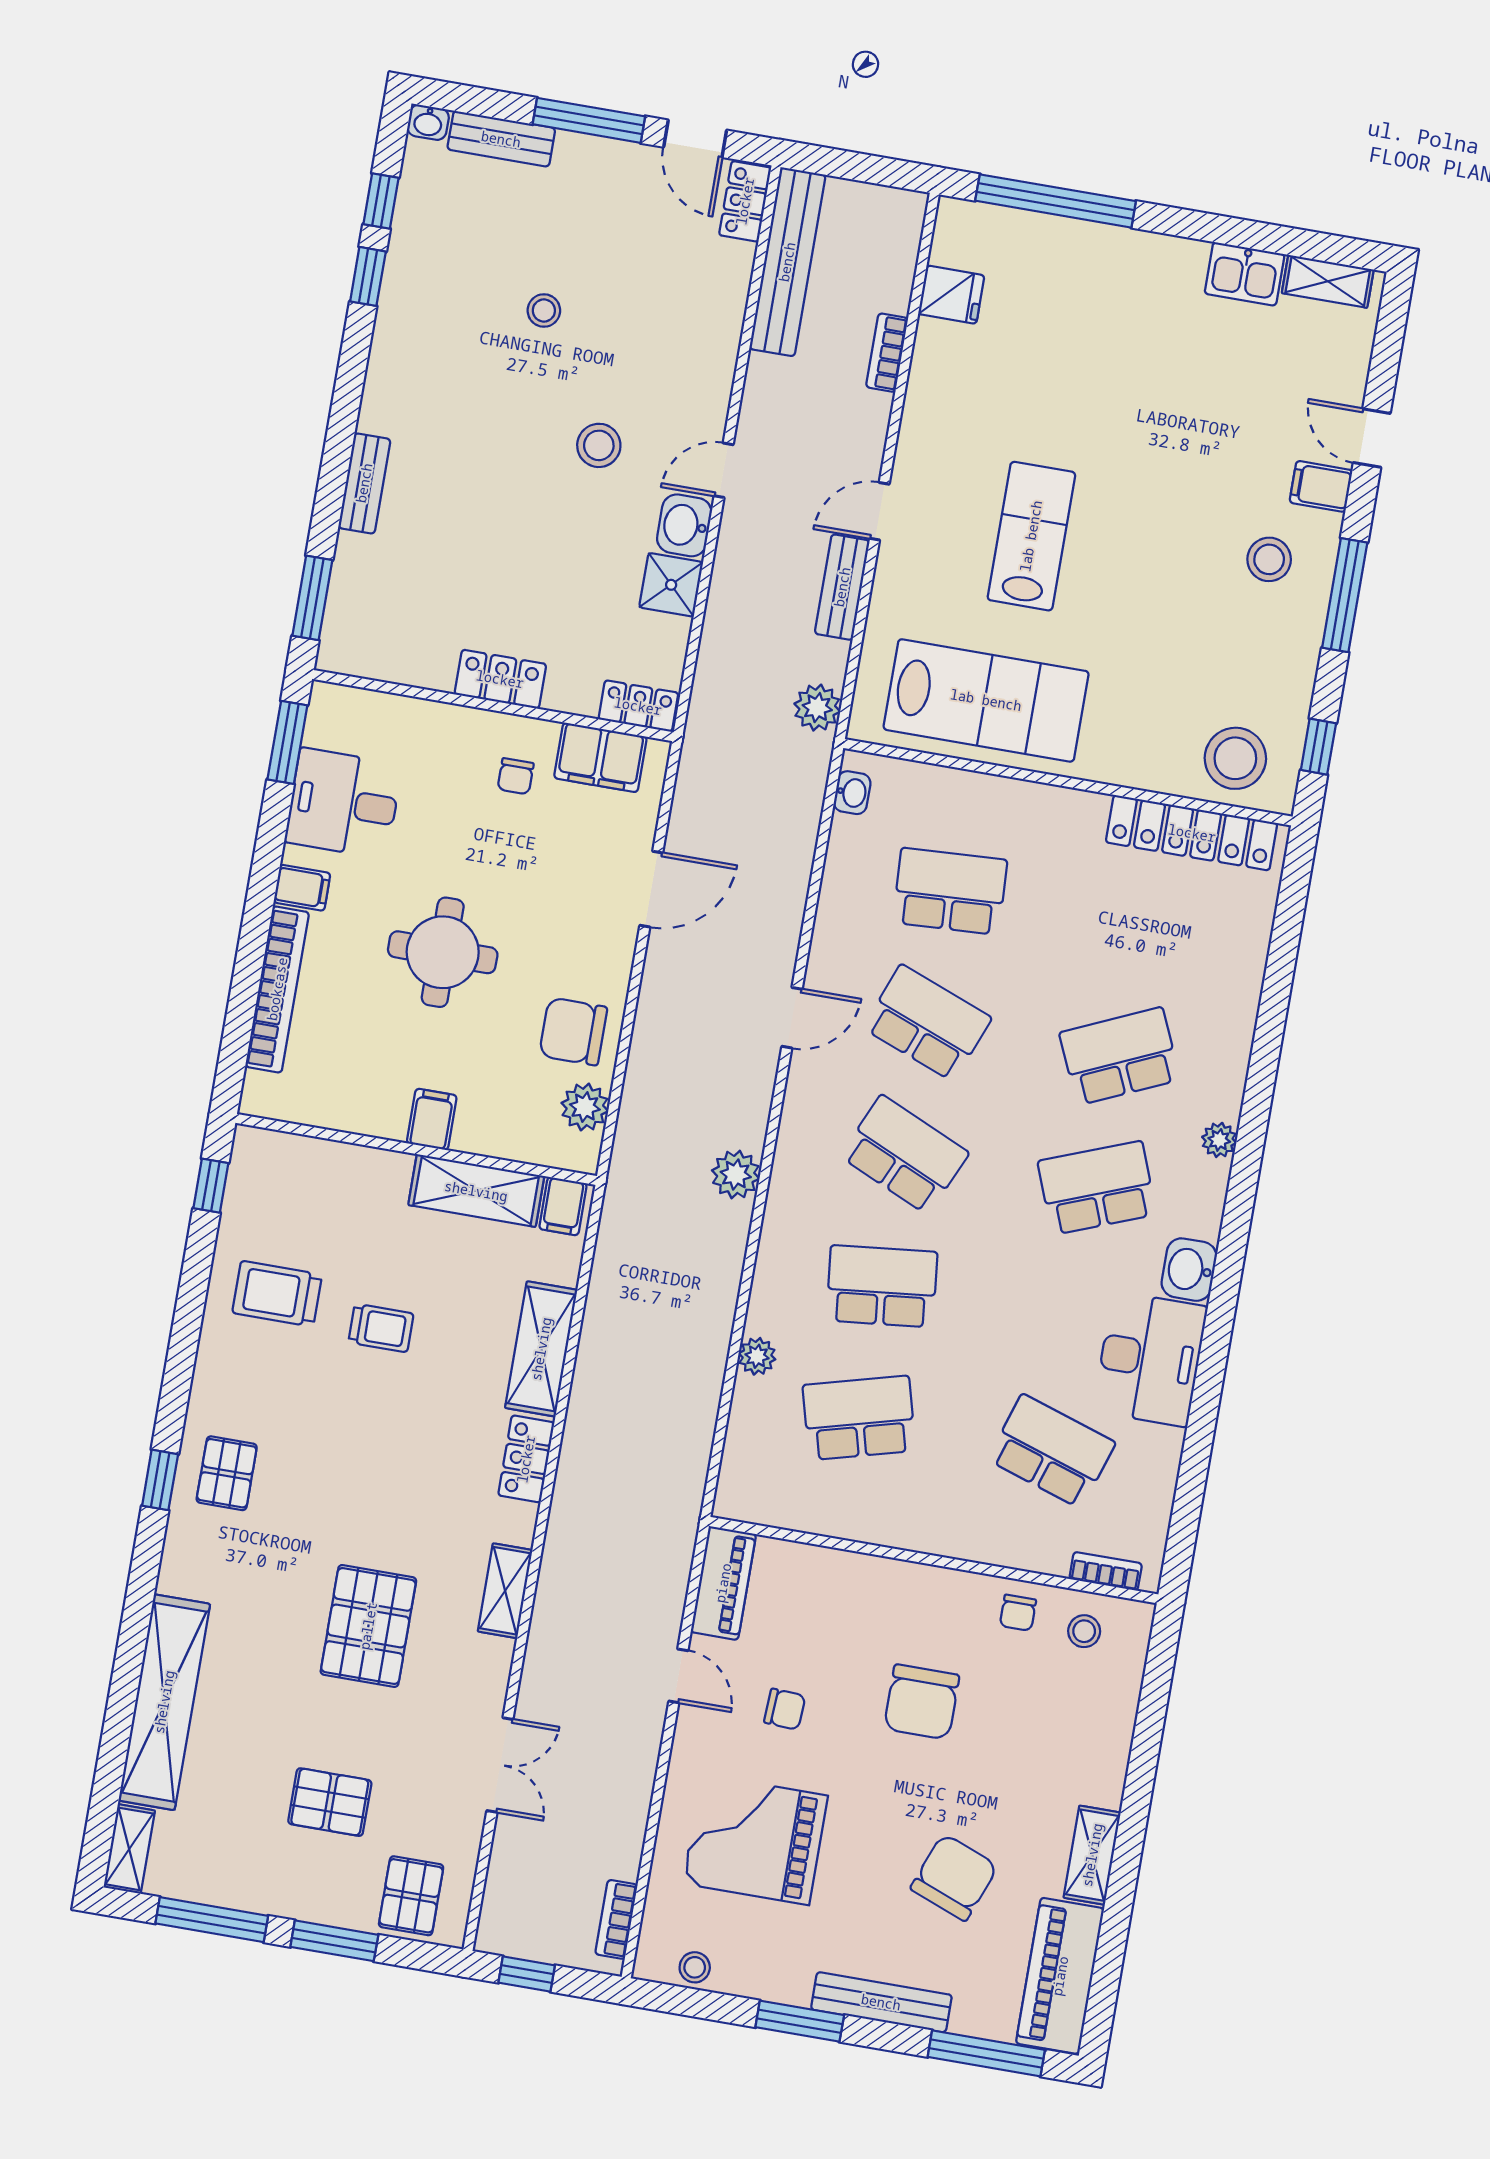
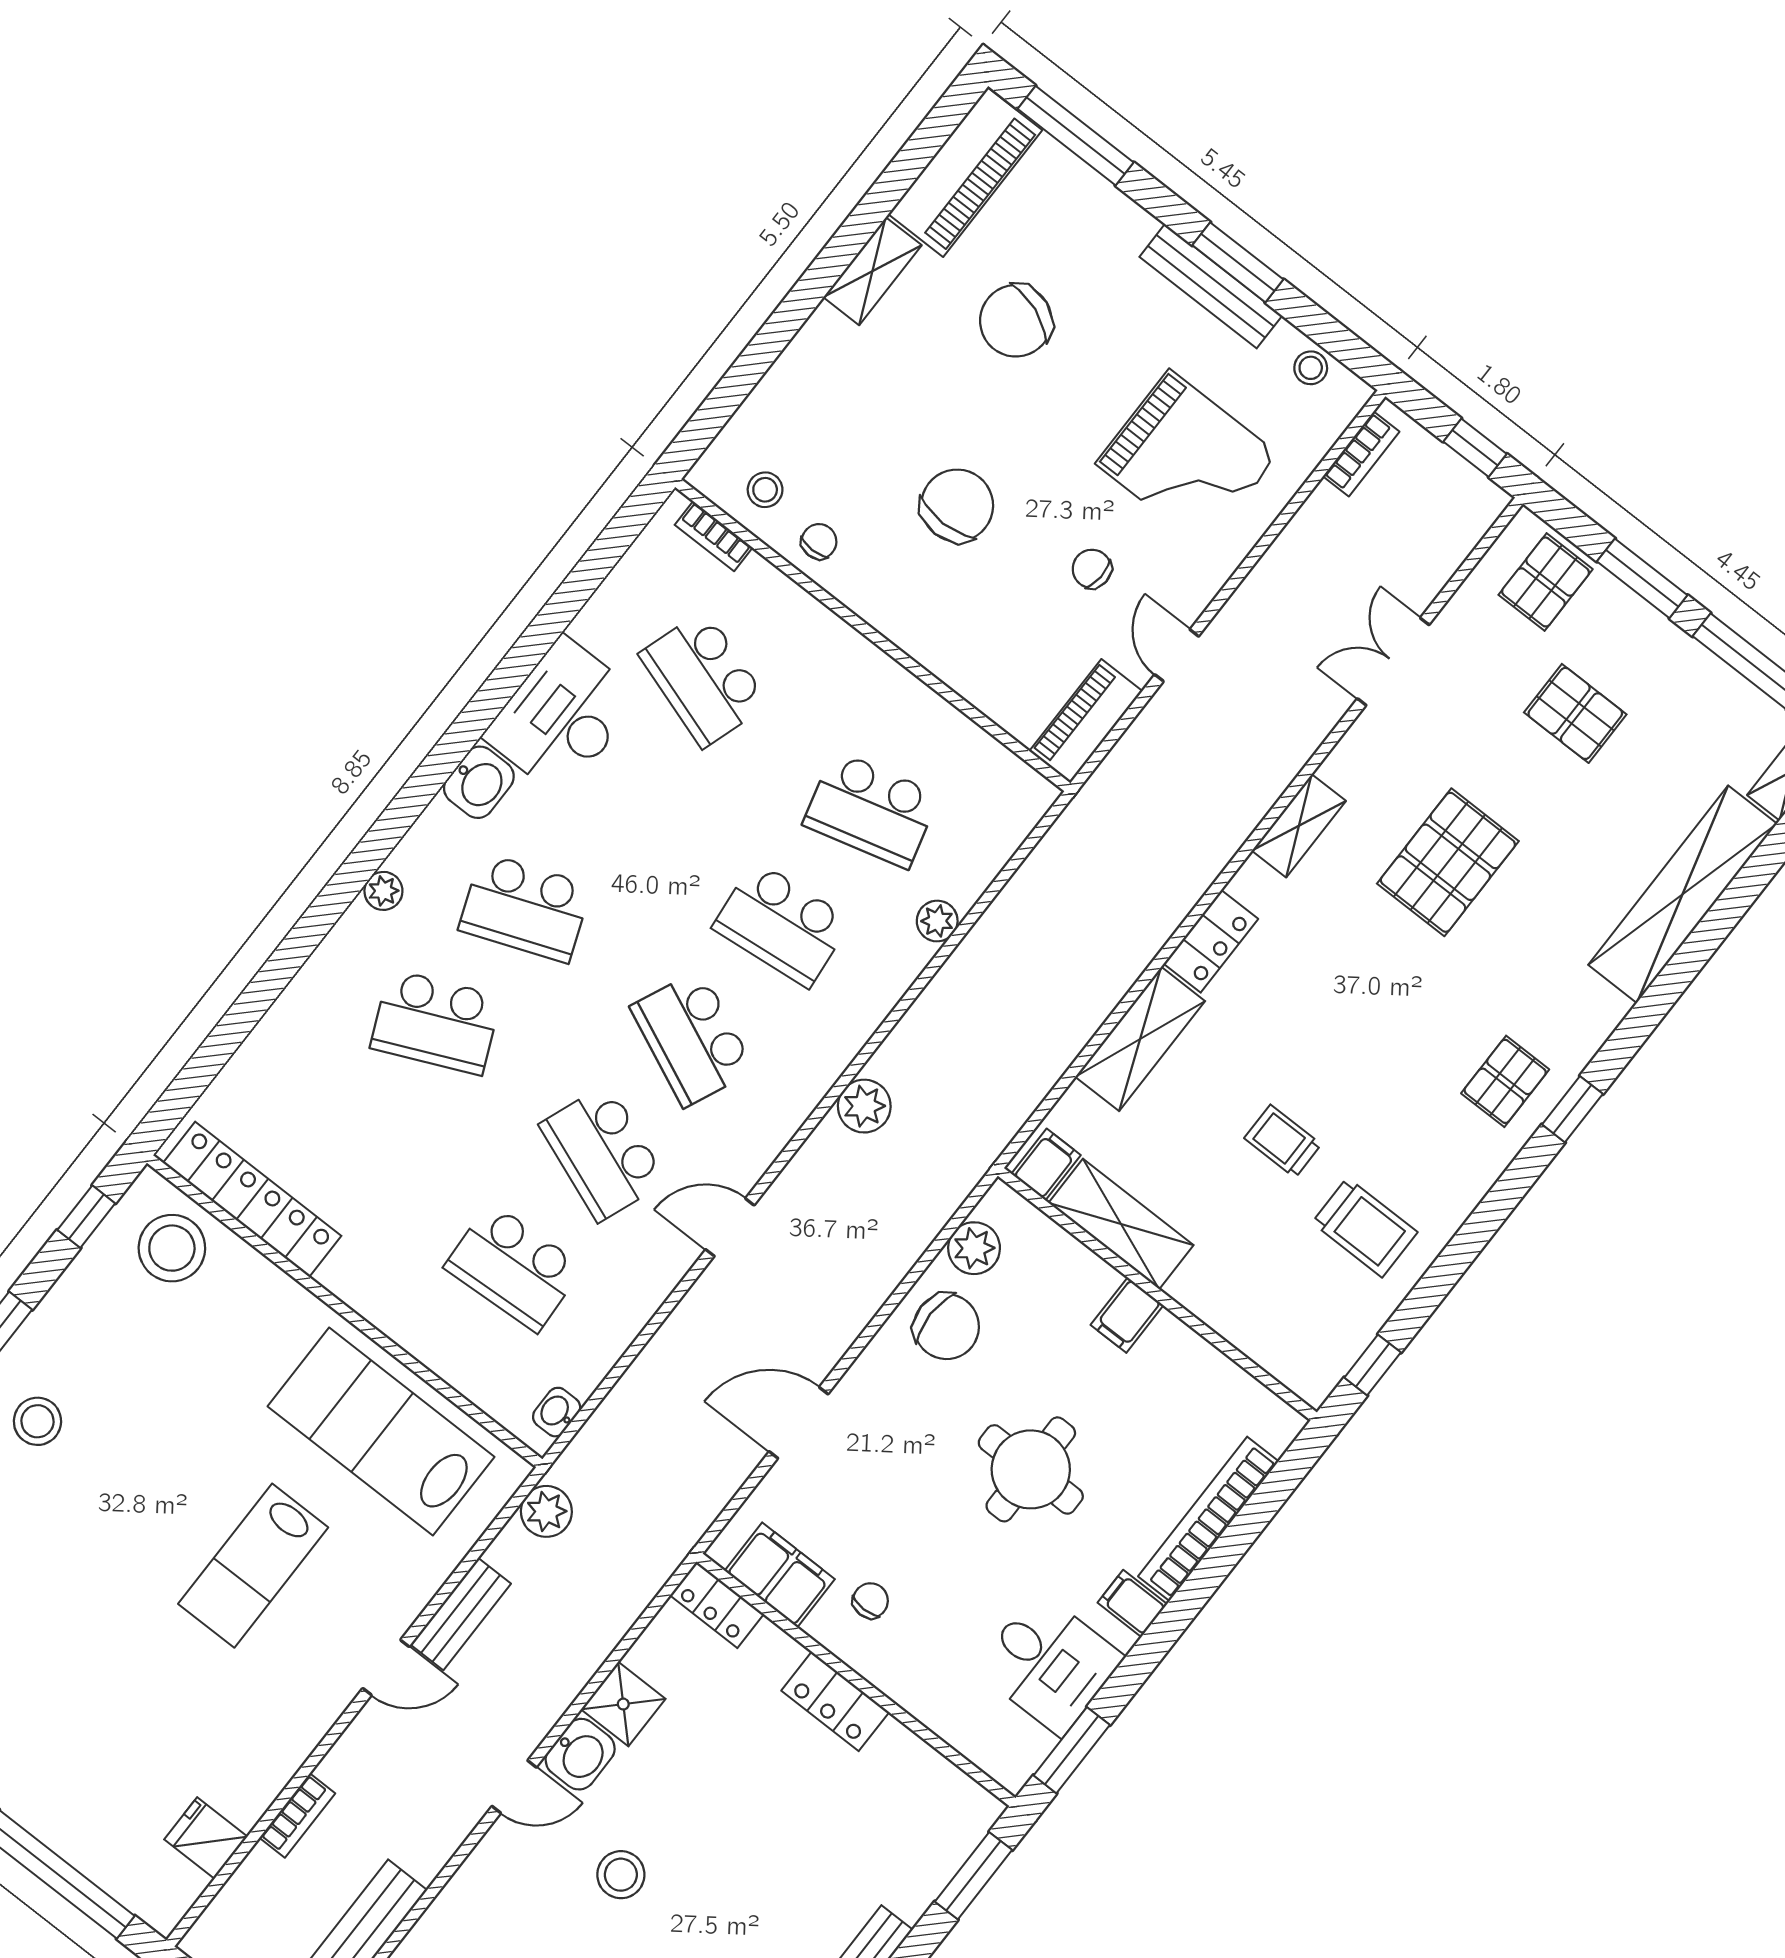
bench: (881, 2002) -> (1211, 286), moved

